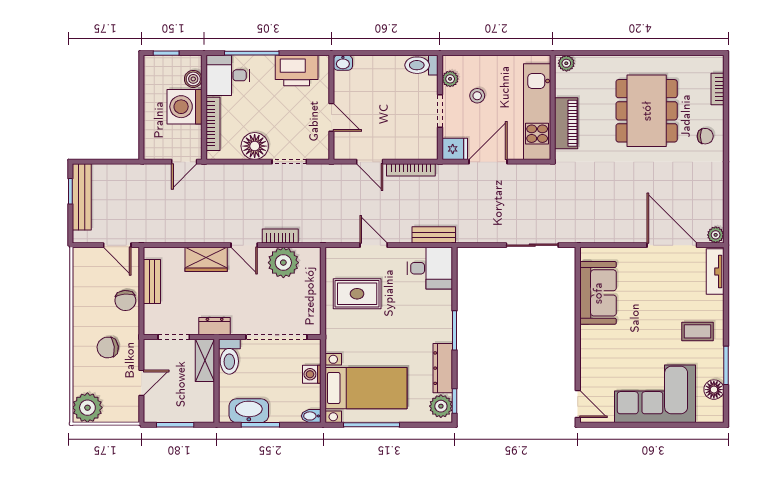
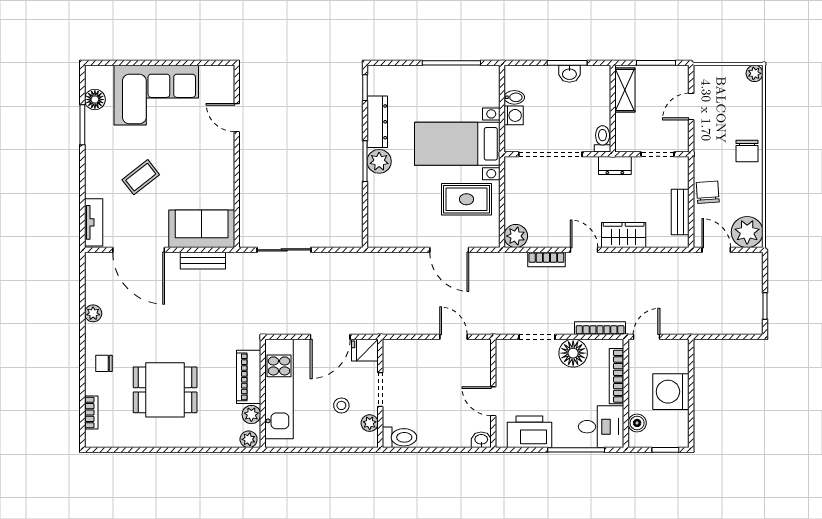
plant: (564, 87) -> (251, 415), added
washing machine: (185, 107) -> (671, 392), moved, turned 180
dining table: (647, 111) -> (165, 390), width x0.73
door: (331, 117) -> (493, 401), moved
bookcase: (411, 170) -> (600, 328), moved
bench: (82, 197) -> (753, 300), removed
bench: (434, 235) -> (203, 261), moved
plant: (716, 235) -> (93, 313), moved
door: (374, 245) -> (449, 250), width x1.38
plant: (88, 262) -> (747, 232), added
plant: (283, 263) -> (516, 236), moved, width x0.73, depth x0.73
desk: (430, 268) -> (391, 226), removed
sofa: (598, 293) -> (202, 229), moved, turned 90
coffee table: (698, 331) -> (141, 177), moved, turned -38
chair: (108, 348) -> (747, 151), moved, turned 97
toilet: (229, 357) -> (603, 139), width x0.73, depth x0.72
shelving: (205, 360) -> (625, 90), moved
bed with nightstands: (366, 388) -> (457, 144), moved
door: (578, 404) -> (237, 118), moved
plant: (441, 406) -> (379, 161), moved
plant: (87, 408) -> (755, 73), width x0.53, depth x0.53
washbasin: (249, 411) -> (569, 74), width x0.52, depth x0.69
bidet: (311, 416) -> (514, 97), moved

